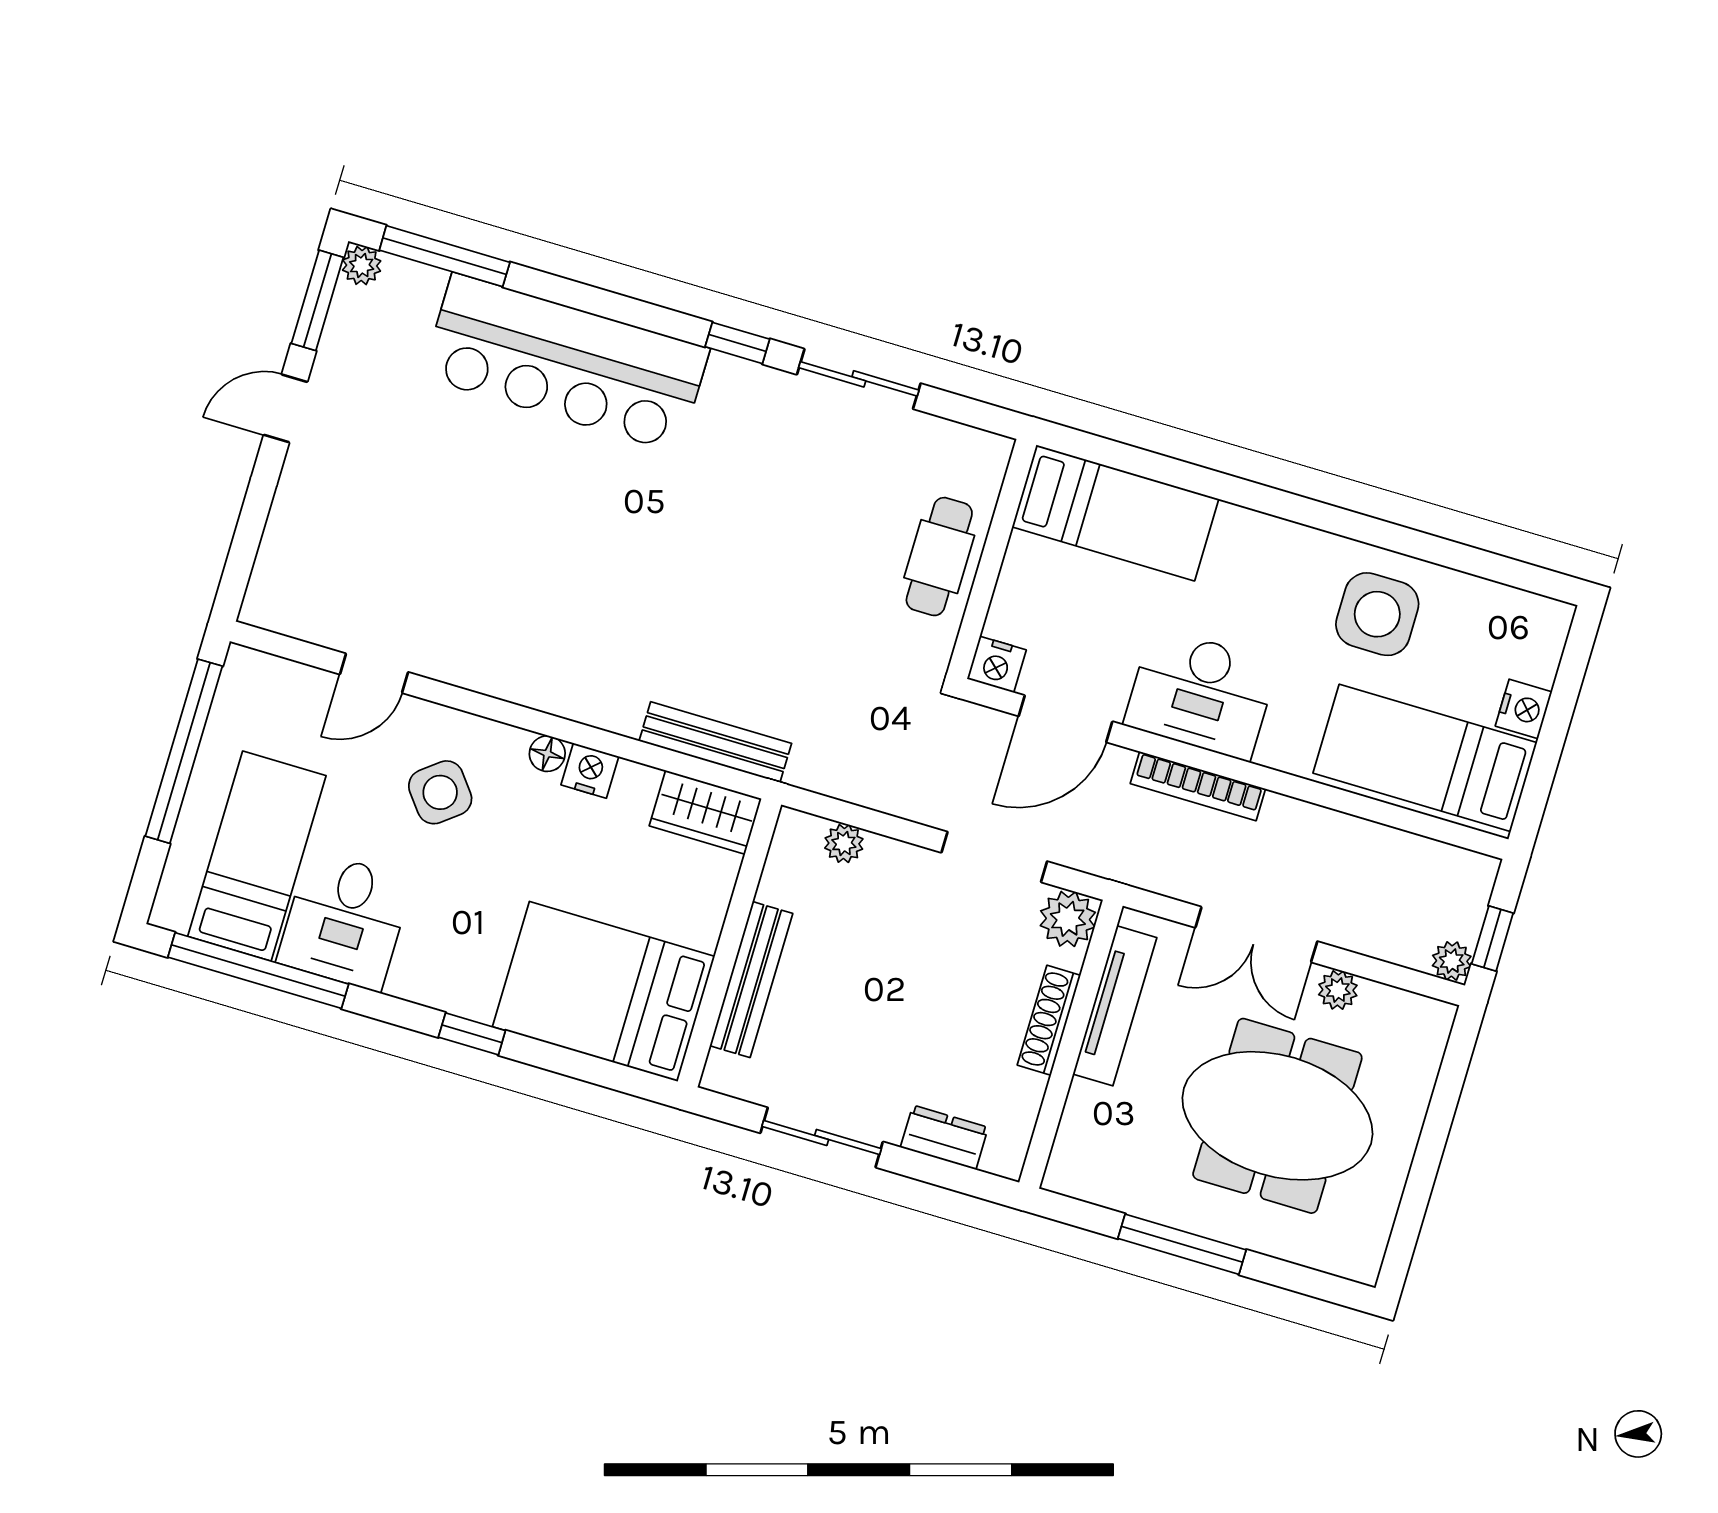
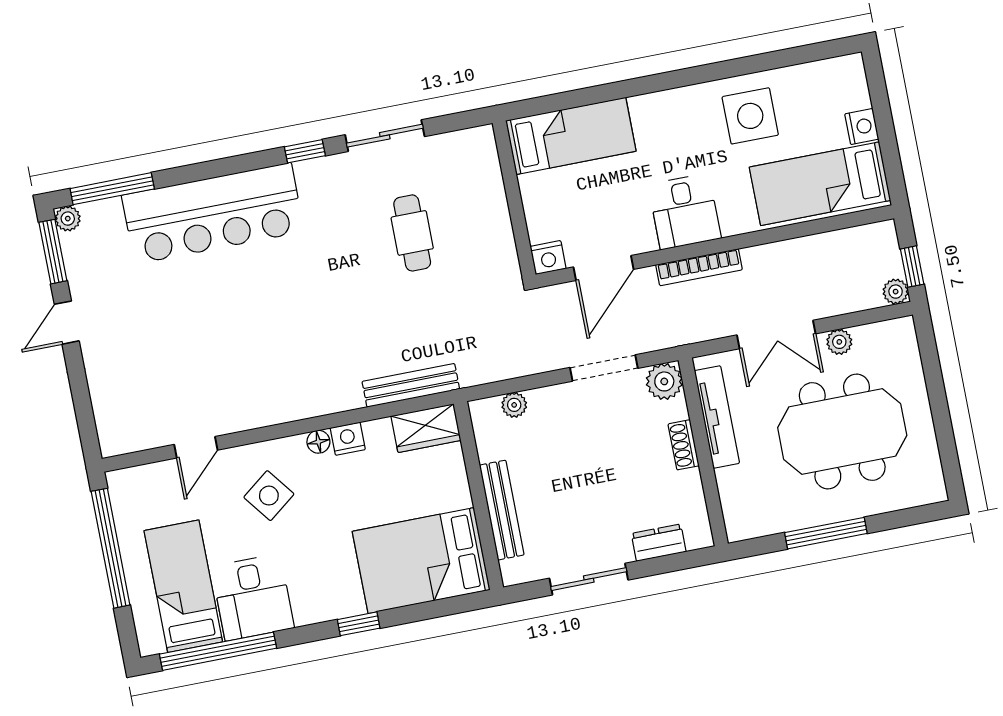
cafe table: (939, 557) -> (412, 233), moved
desk: (1201, 694) -> (685, 211), width x0.73
shoe rack: (1049, 1020) -> (684, 445), width x0.70

